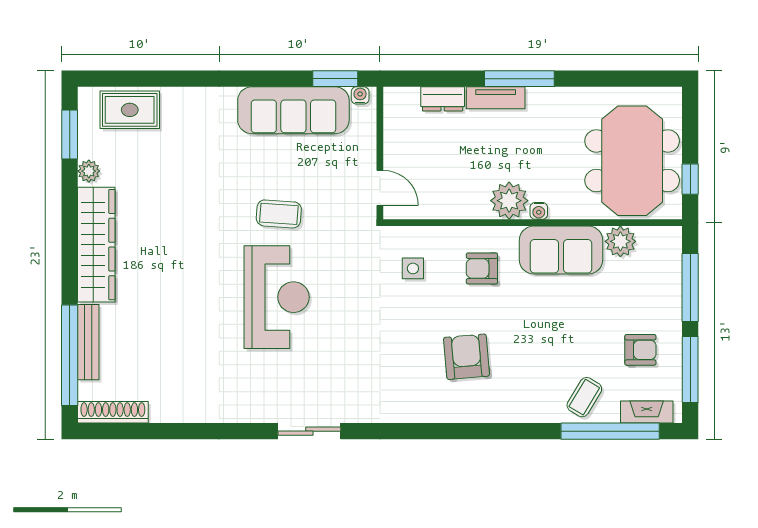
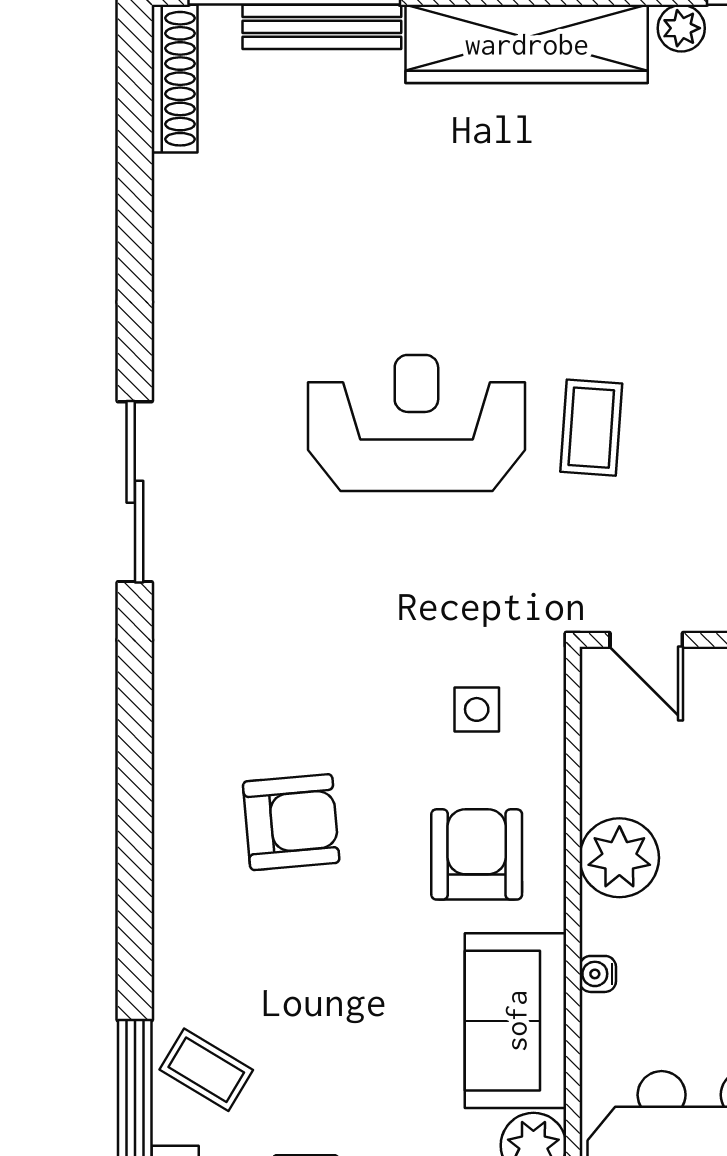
door: (380, 188) -> (646, 640), hinge flipped
plant: (509, 201) -> (619, 858), moved
armchair: (482, 268) -> (477, 854), width x1.38, depth x1.38
reception desk: (277, 297) -> (416, 423), turned 180
sliding door: (309, 431) -> (135, 492), width x1.37

